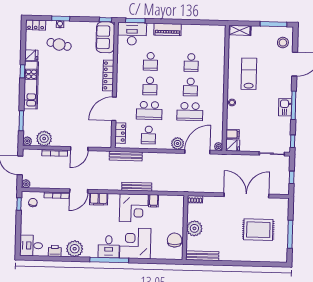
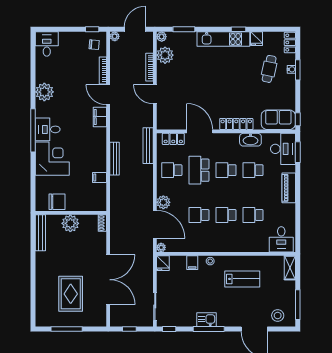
desk: (214, 37) -> (281, 239), added
washbasin: (123, 63) -> (250, 140), added
school desk: (190, 112) -> (199, 215), width x0.54
filing cabinet: (232, 134) -> (192, 263), moved
corner desk: (134, 208) -> (91, 156), removed
printer: (55, 251) -> (42, 70), removed

